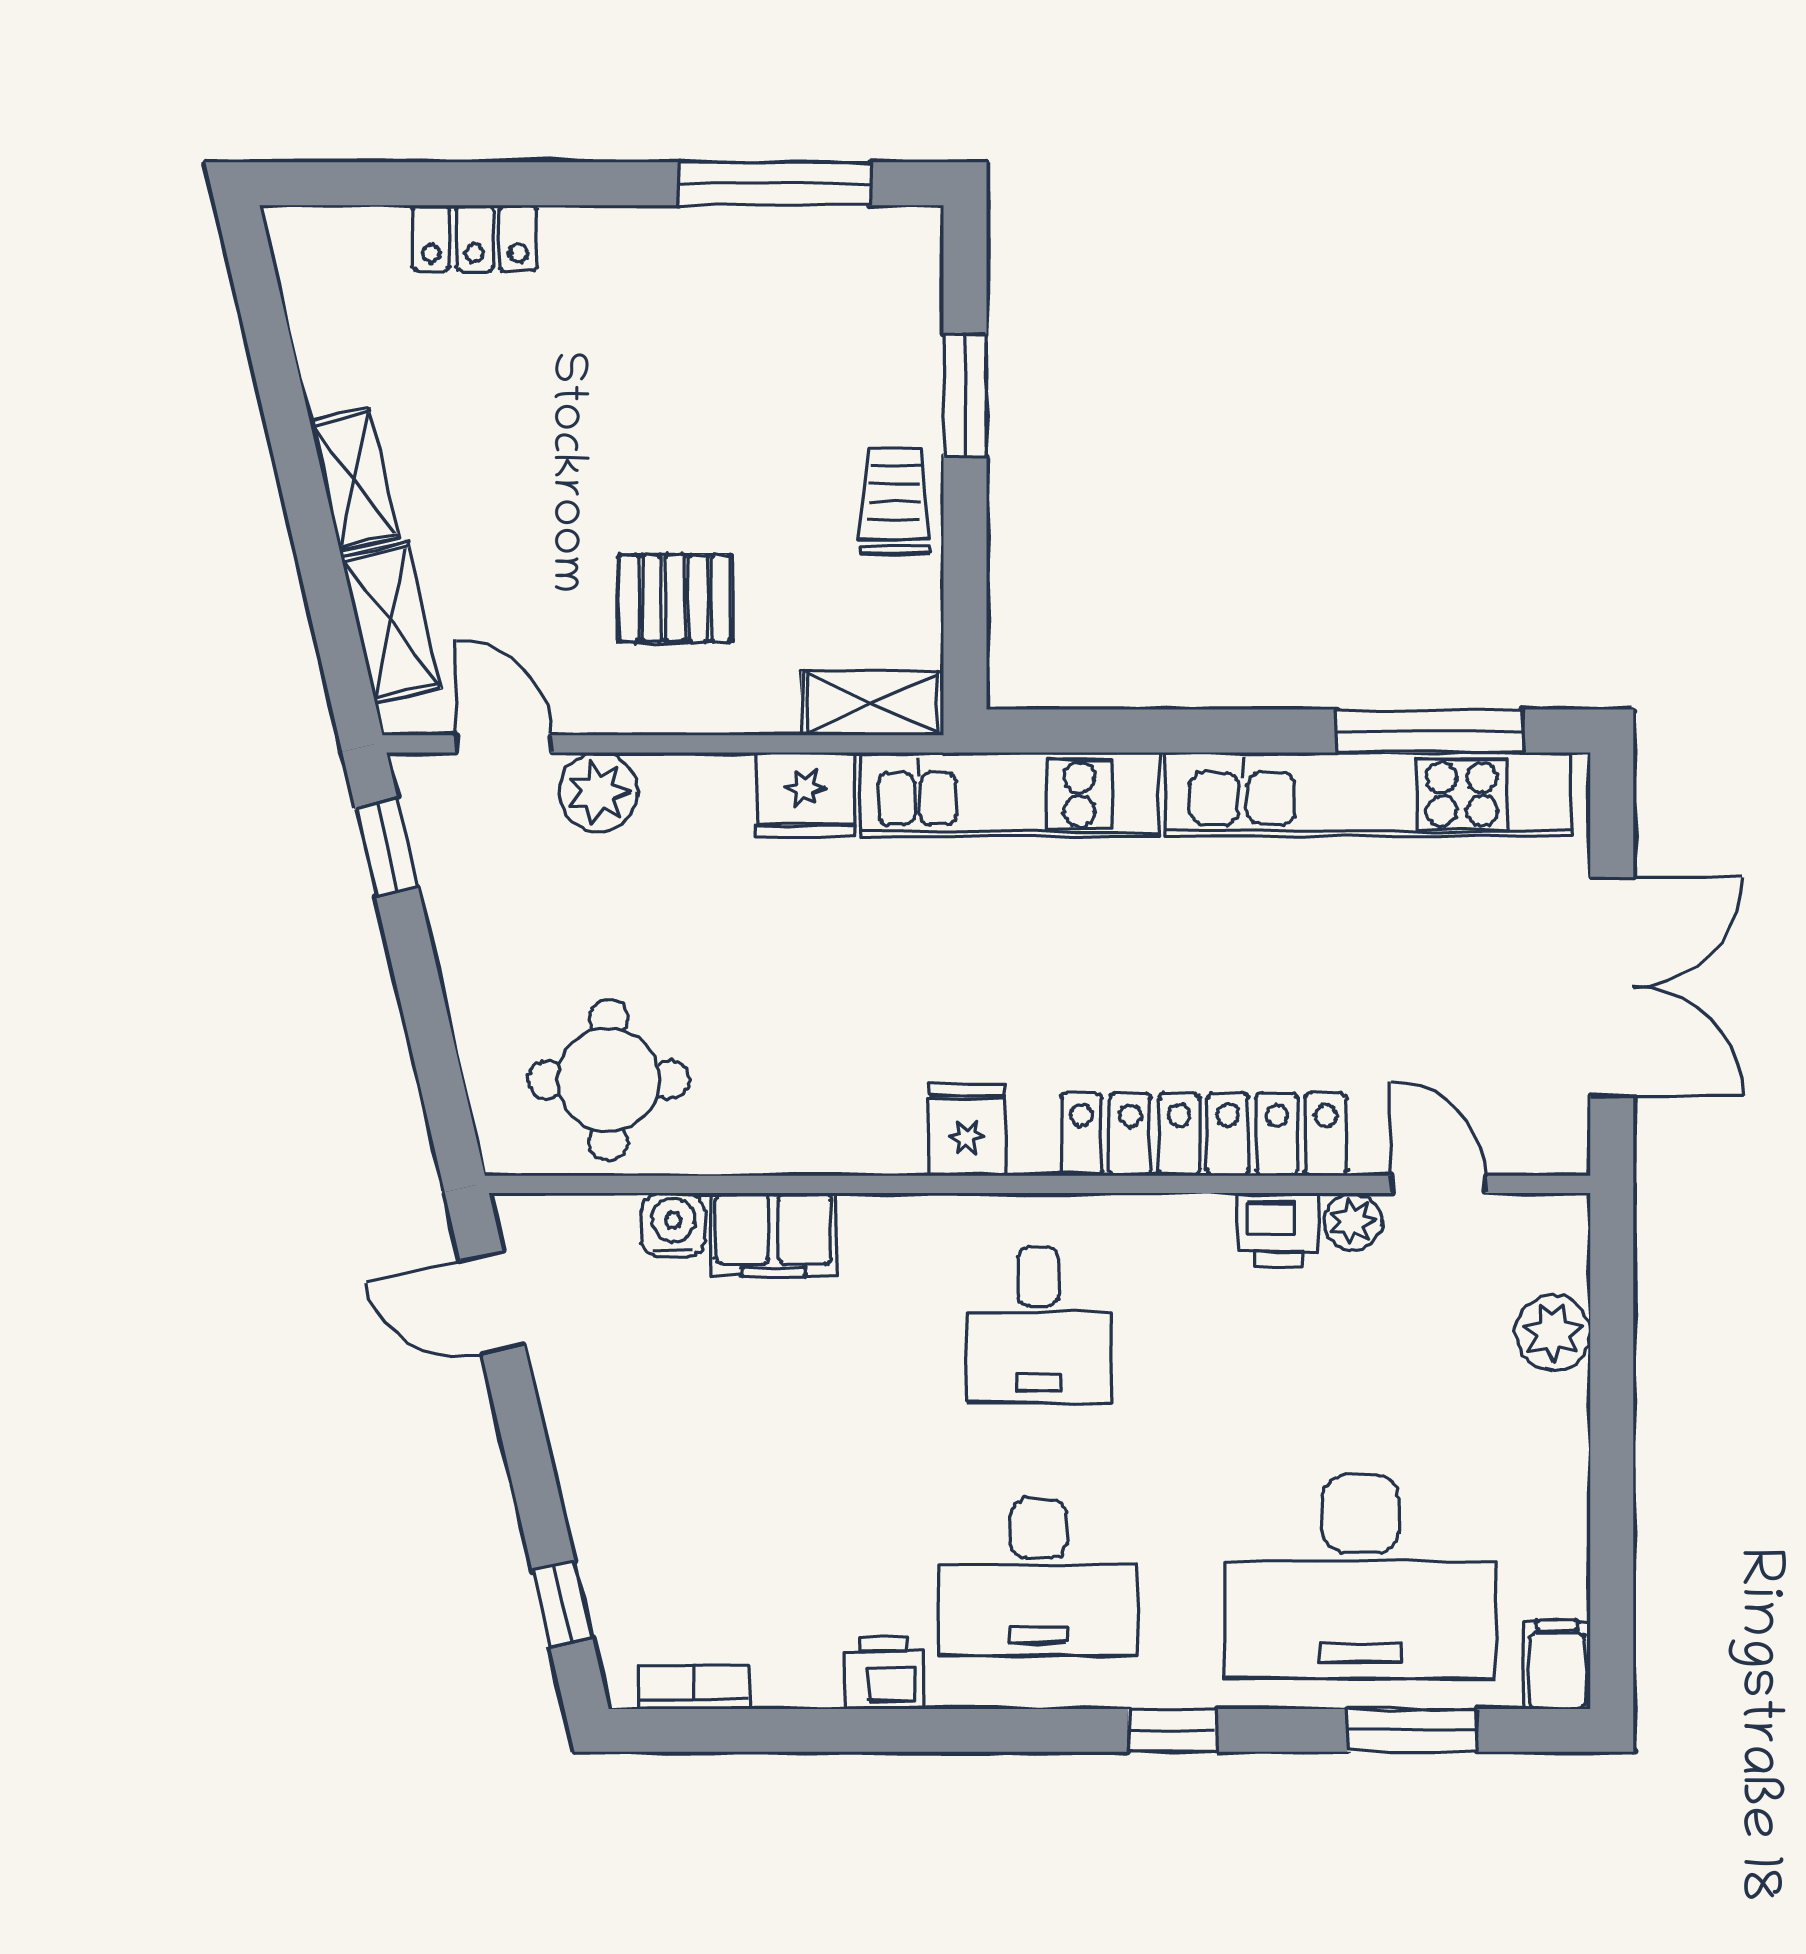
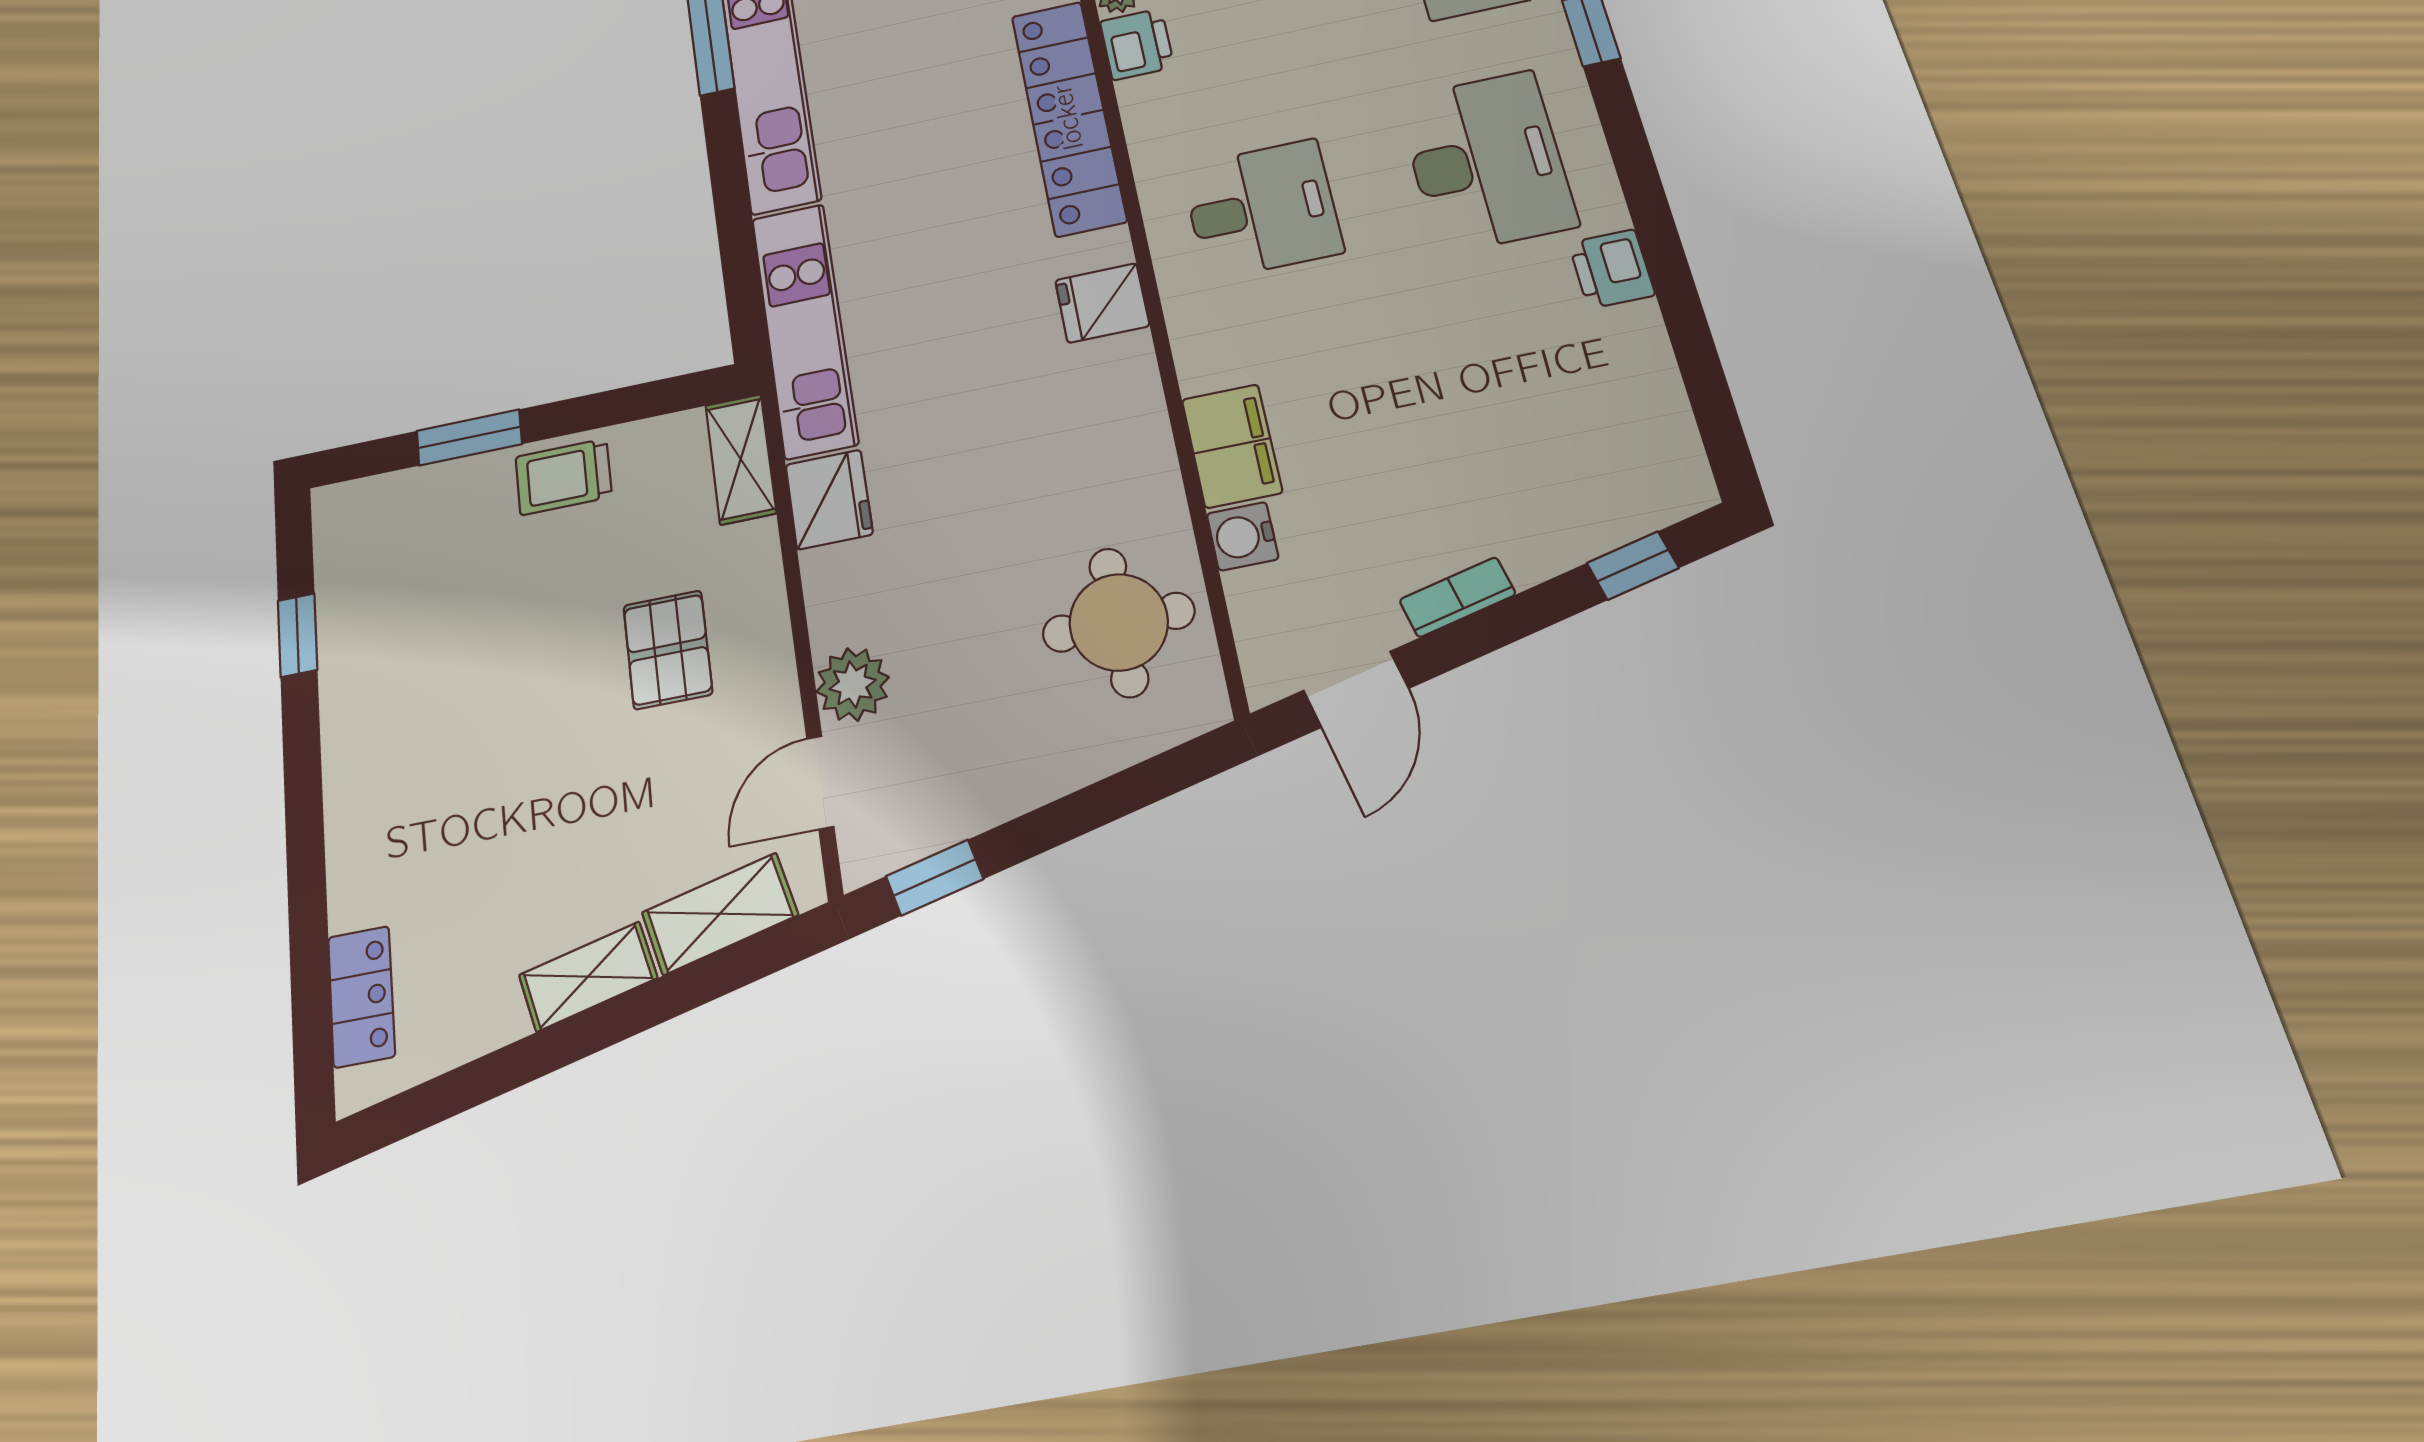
window: (775, 184) -> (298, 635), width x0.46
locker: (475, 238) -> (361, 996), moved
bookcase: (694, 1687) -> (1457, 597), moved, turned 77

